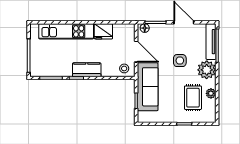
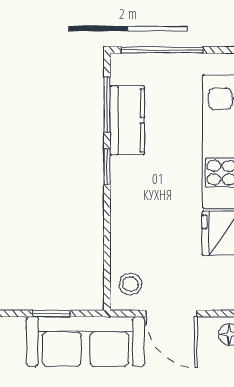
door: (136, 52) -> (171, 314), hinge flipped
kitchen counter: (87, 70) -> (127, 120), moved

